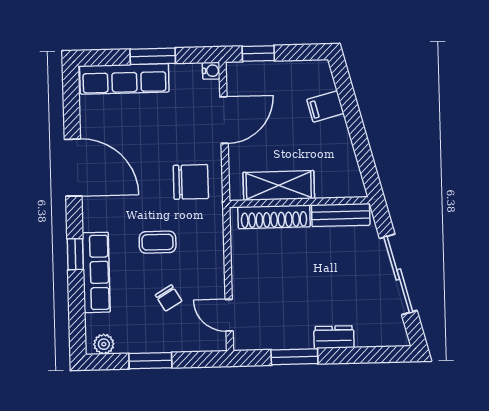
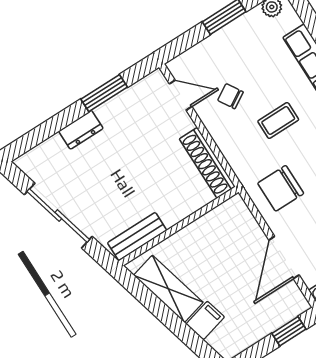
shelving: (279, 185) -> (168, 289), moved, turned 75
shoe rack: (274, 217) -> (207, 163), moved, turned -90
chair: (169, 298) -> (230, 96), moved

